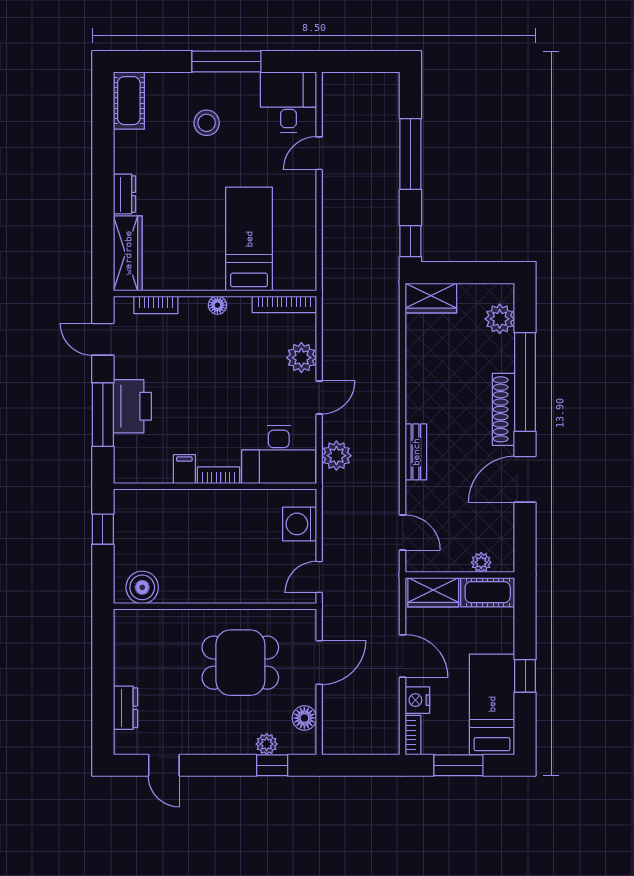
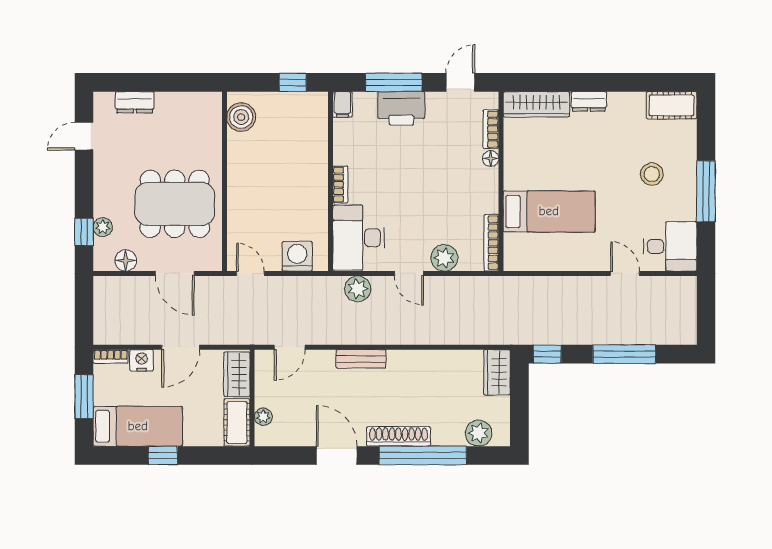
floor lamp: (217, 305) -> (491, 158), moved
filing cabinet: (184, 469) -> (342, 104), moved, turned 90
dining table: (240, 663) -> (175, 204), width x1.38

